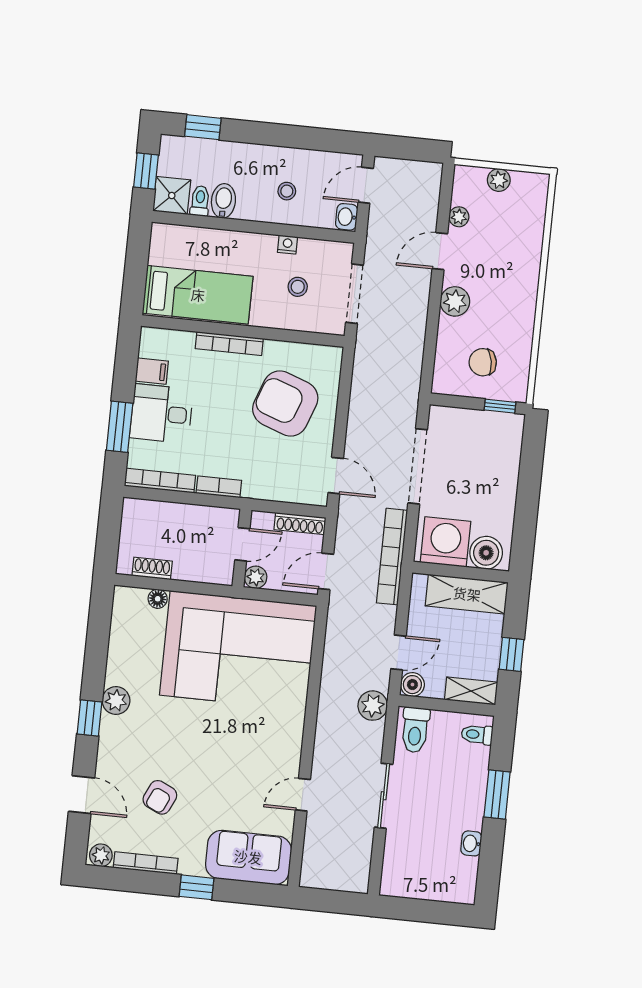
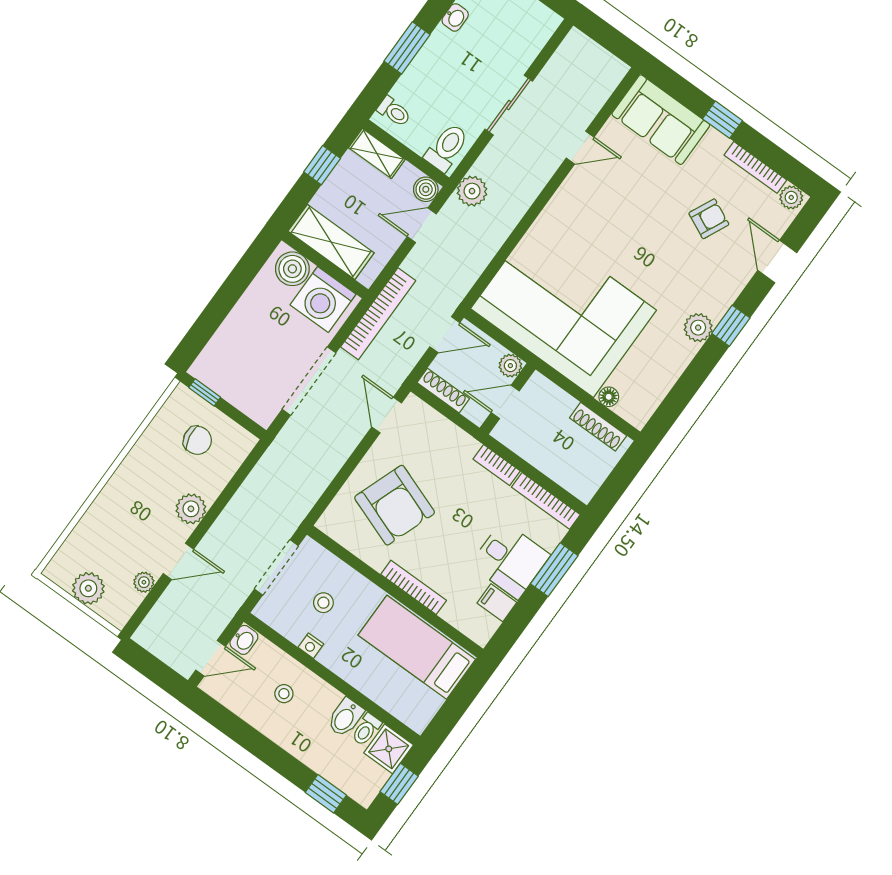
plant: (499, 180) -> (88, 588), width x1.38, depth x1.38
shoe rack: (152, 568) -> (598, 427), width x1.43

